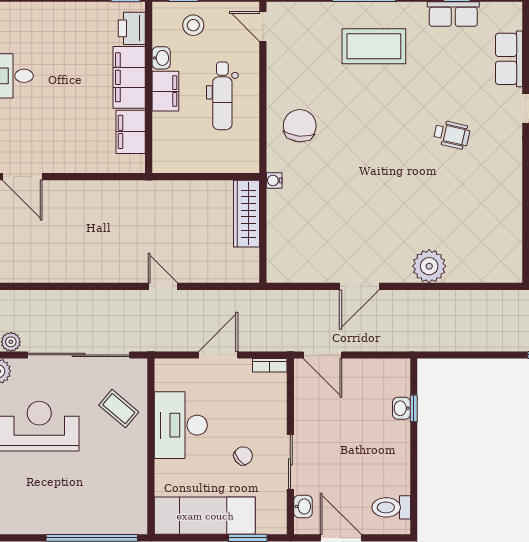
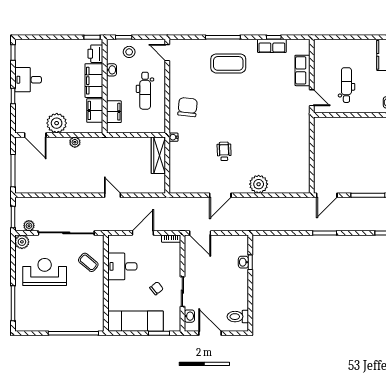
filing cabinet: (165, 91) -> (114, 112), moved
wheelchair: (452, 135) -> (224, 151), moved, turned -105
plant: (61, 155) -> (57, 123), added
plant: (94, 190) -> (75, 142), added
desk: (181, 425) -> (122, 266), width x0.73

